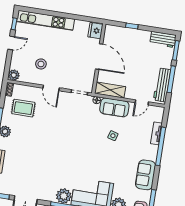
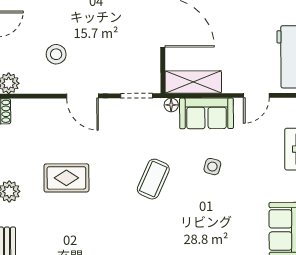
rug: (23, 108) -> (66, 178), moved
coffee table: (81, 137) -> (153, 179), added

